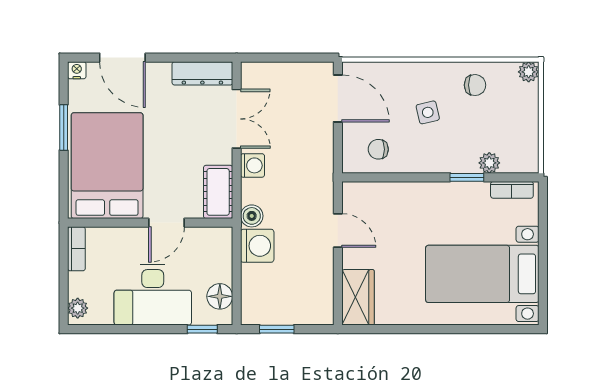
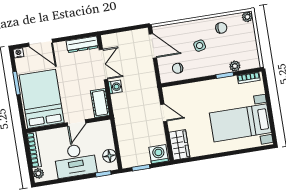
boiler: (252, 216) -> (119, 112), removed
washing machine: (257, 246) -> (159, 154), moved, turned -90
bookcase: (76, 249) -> (34, 150), width x1.56

